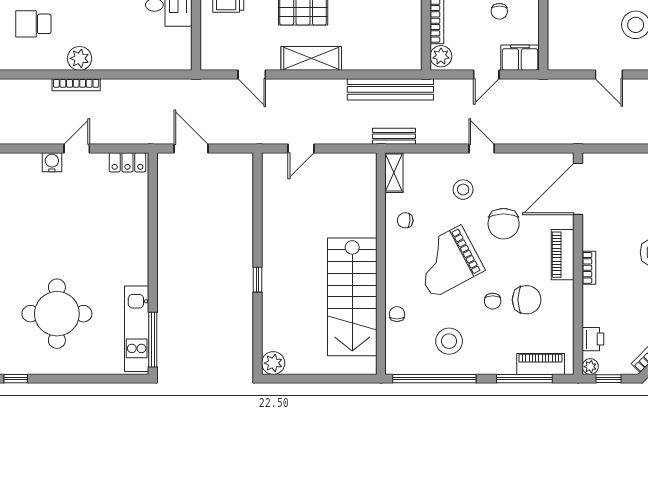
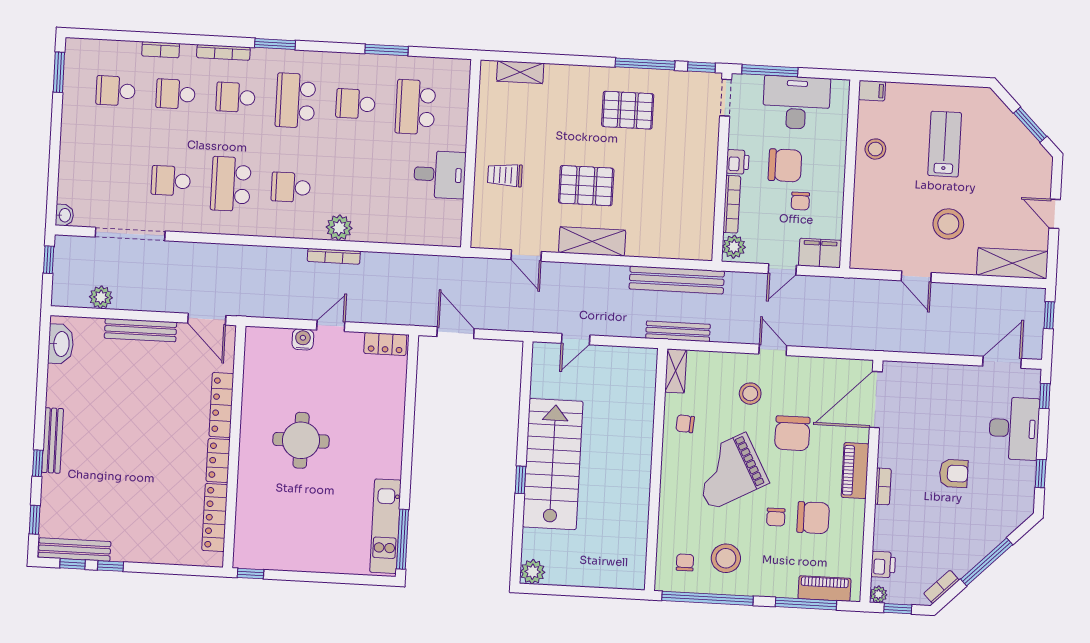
bench: (394, 136) -> (678, 331), width x1.36
stairs: (352, 297) -> (553, 464), moved, turned 180
round table: (57, 314) -> (301, 440), moved, width x0.73, depth x0.73
chair: (397, 314) -> (685, 562), moved

